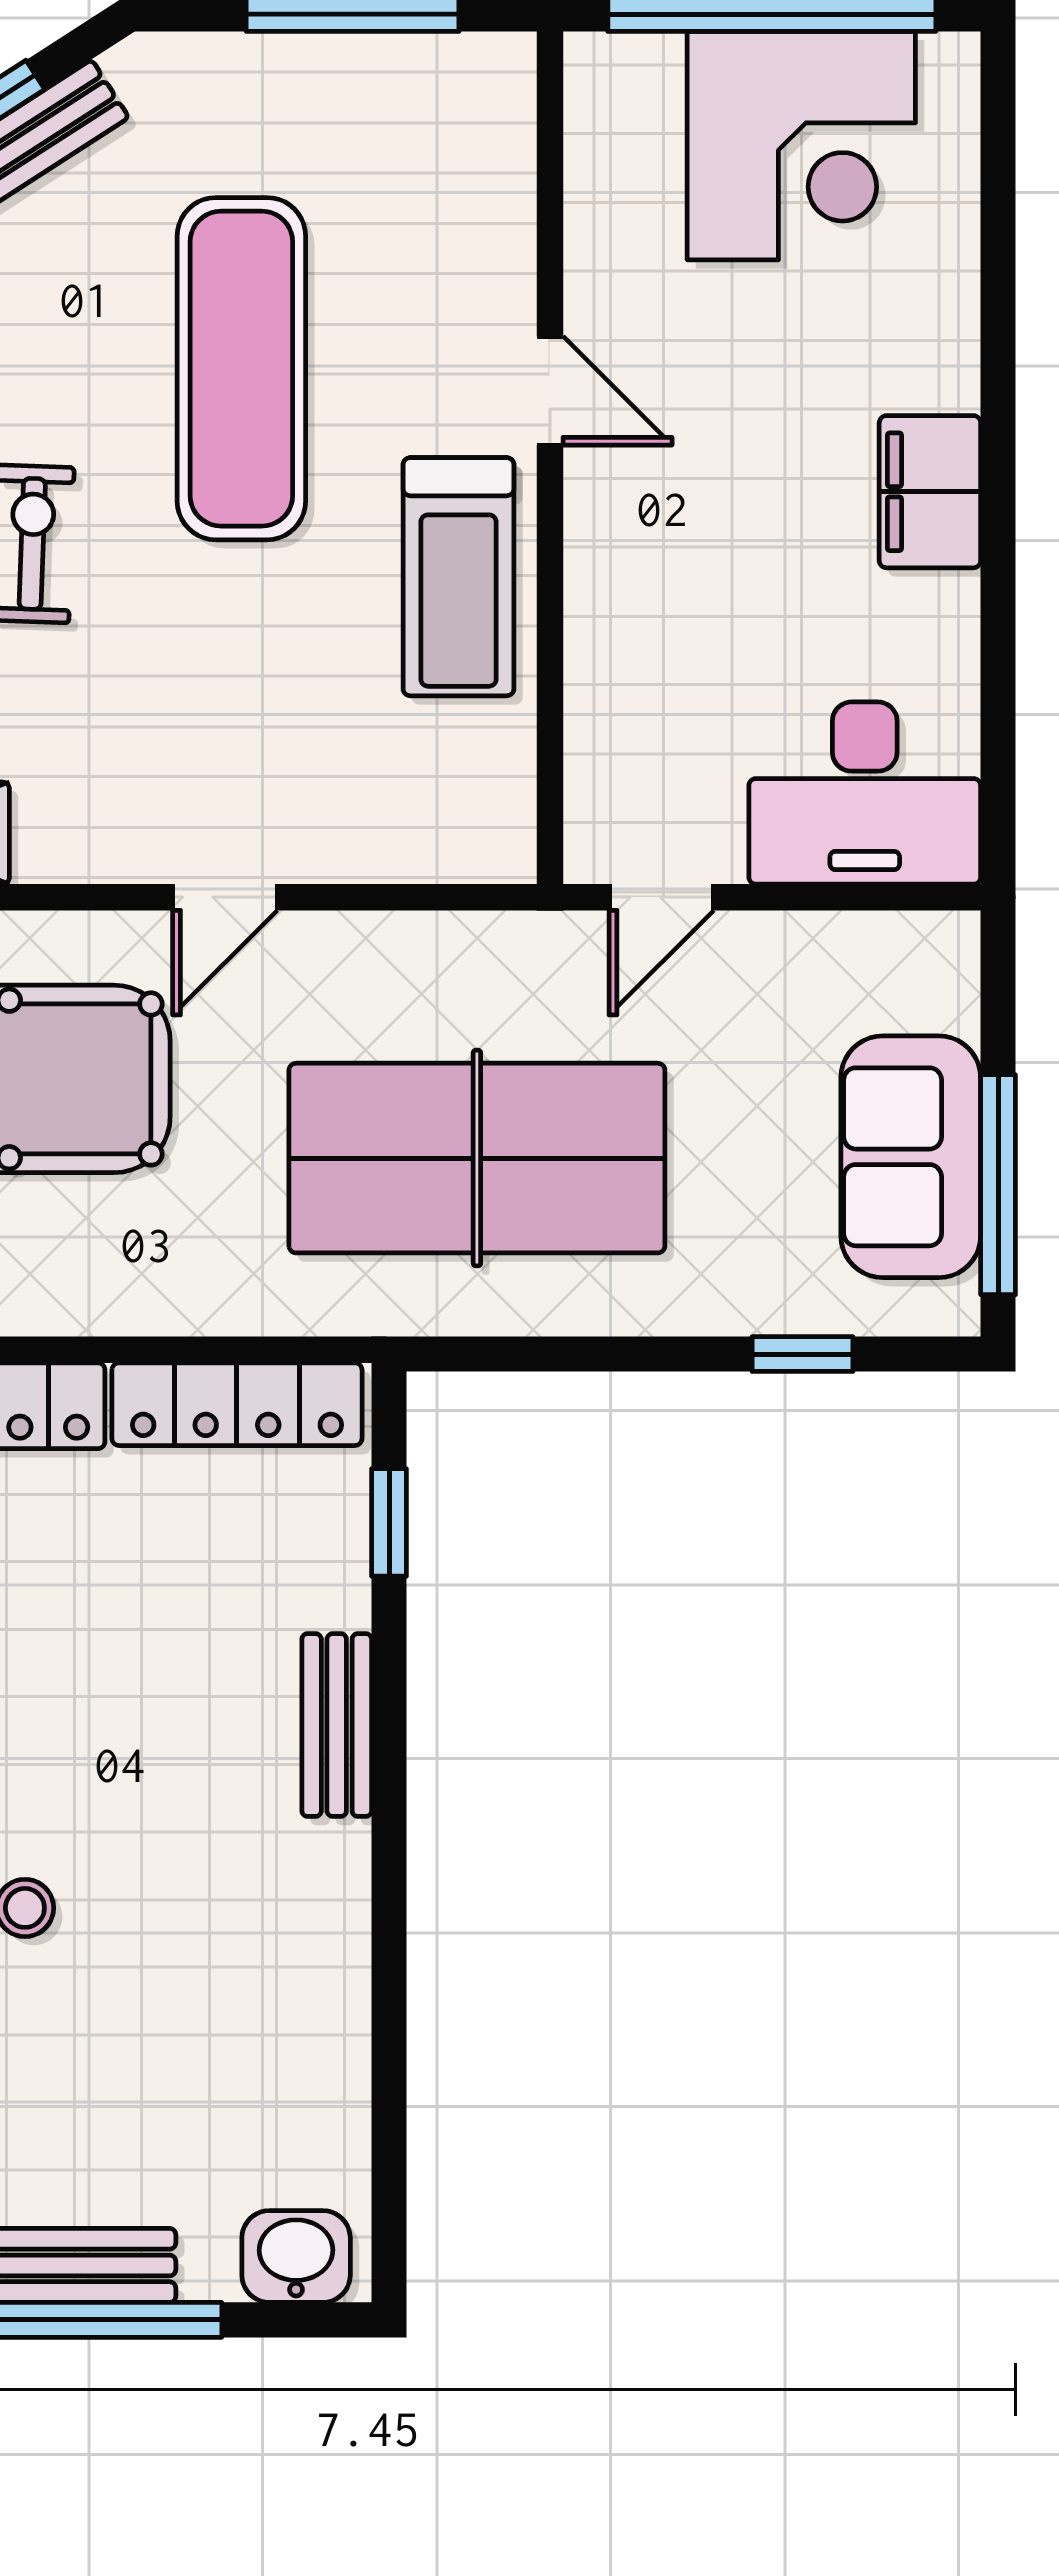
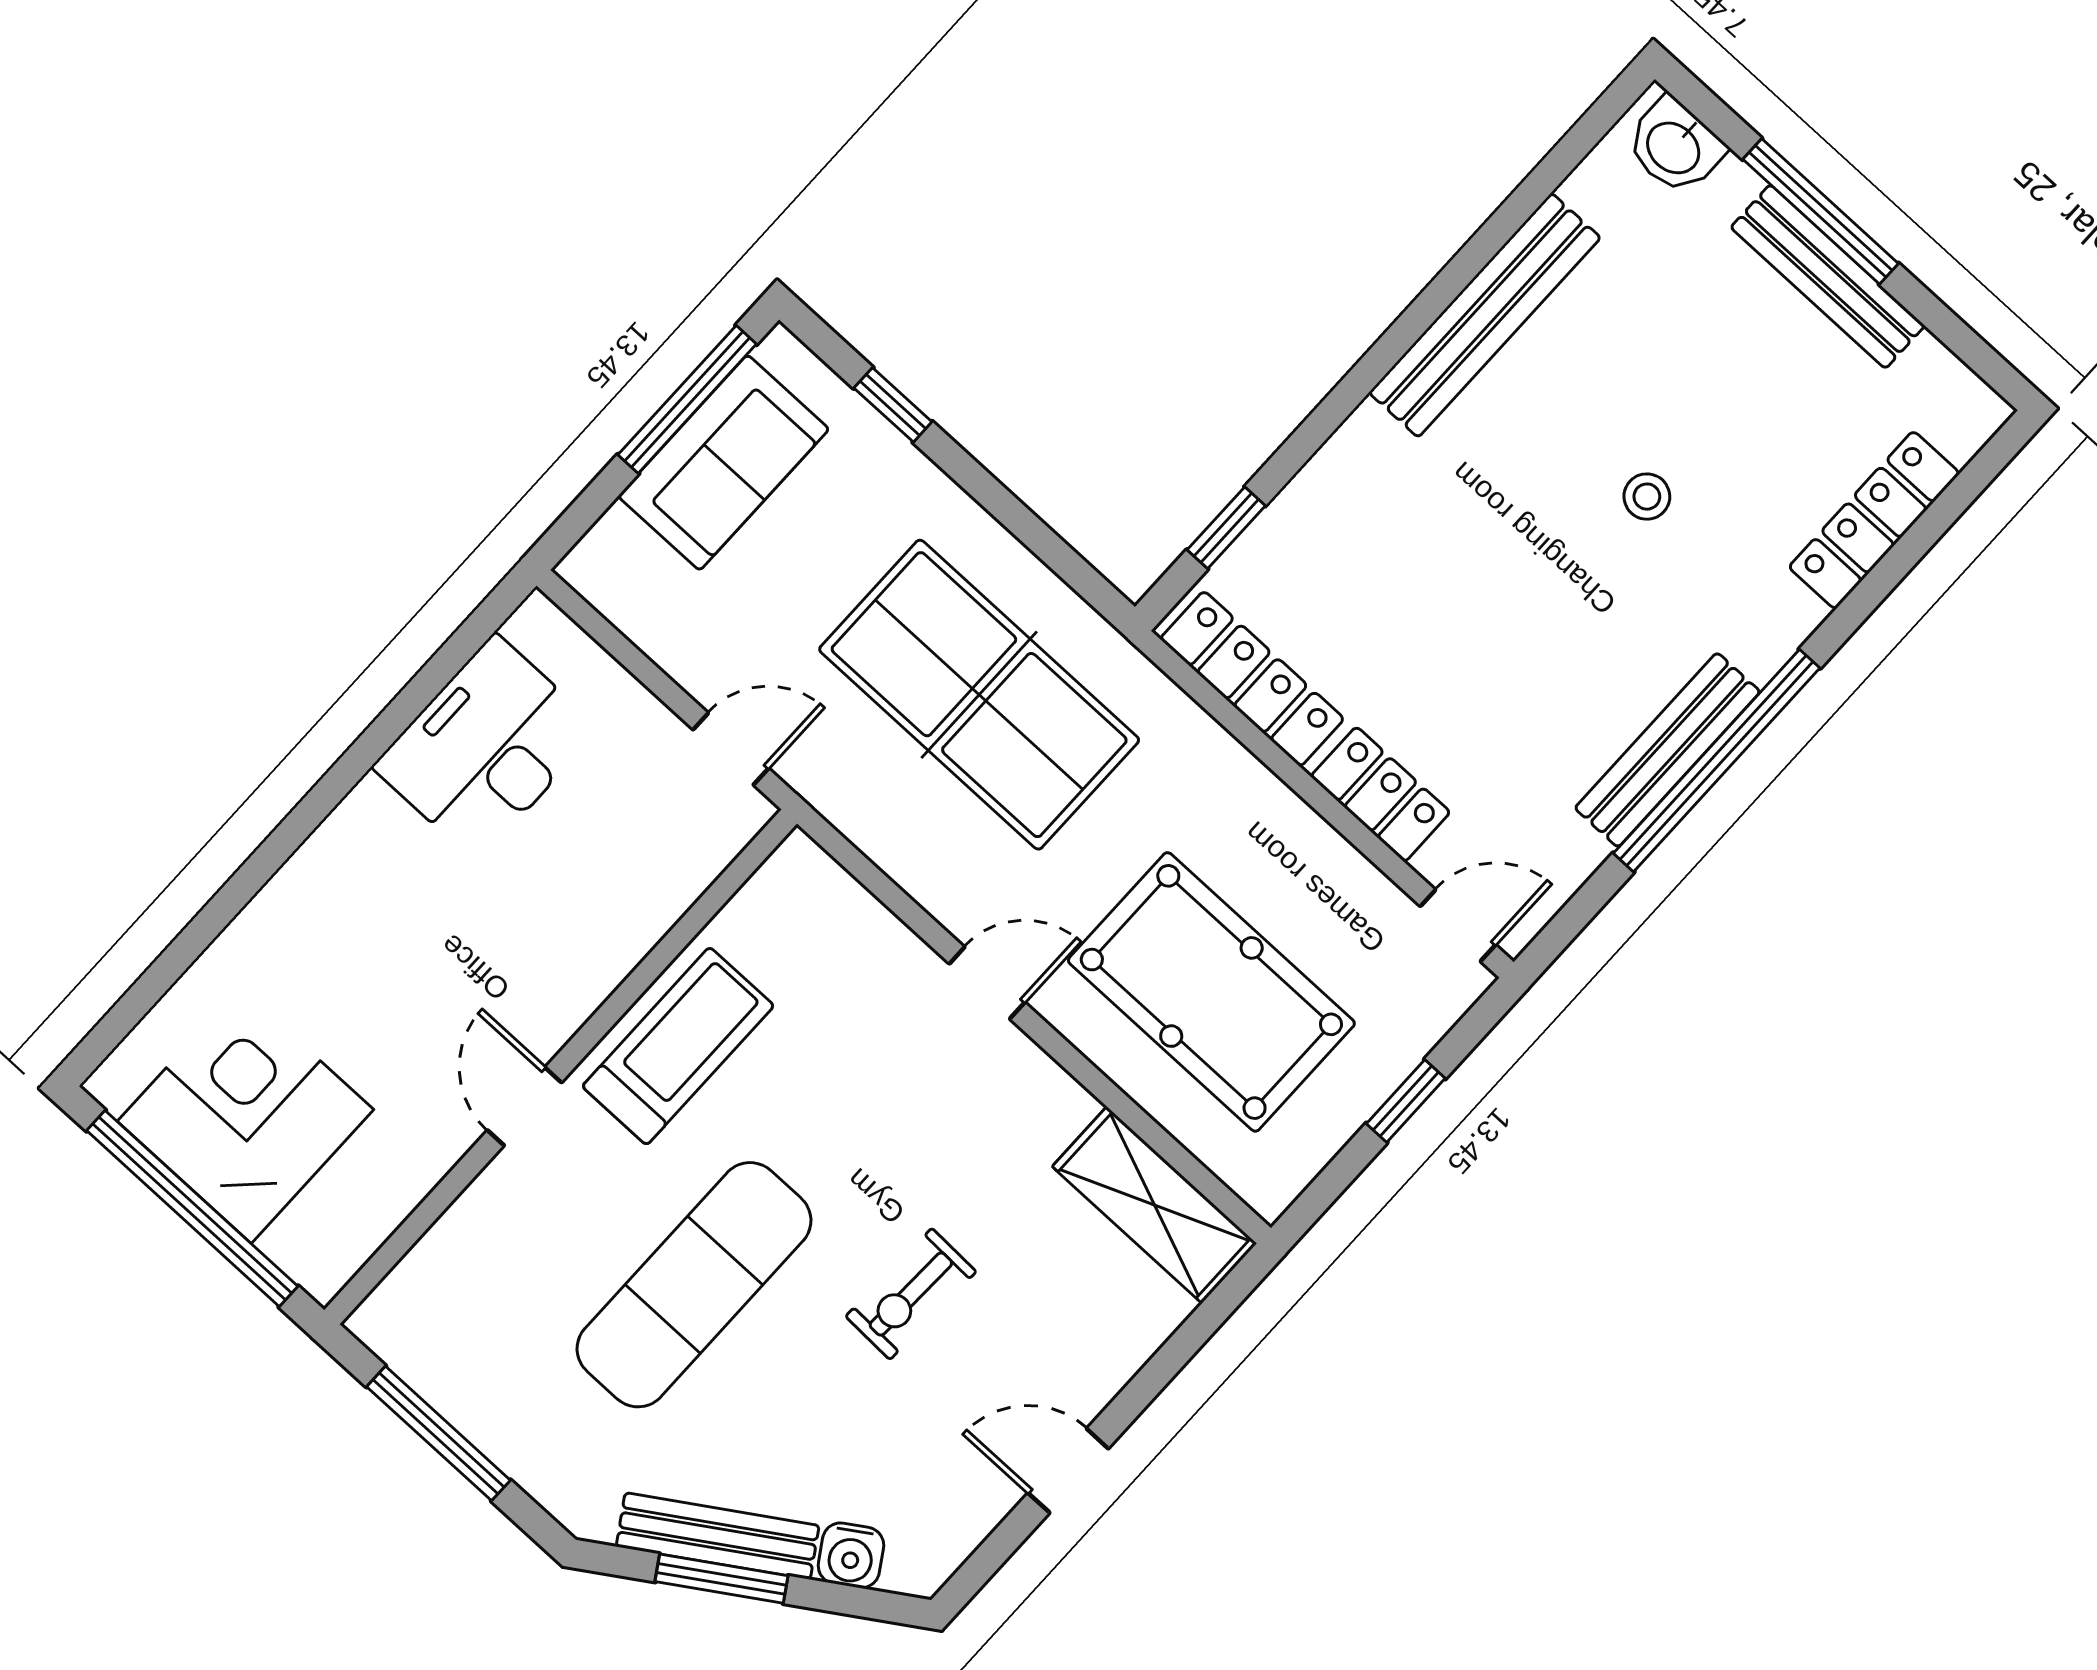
filing cabinet: (930, 492) -> (356, 843), removed
desk: (865, 793) -> (486, 748), moved, turned -90
bench: (337, 1725) -> (1485, 315), moved, width x1.86, depth x1.21

